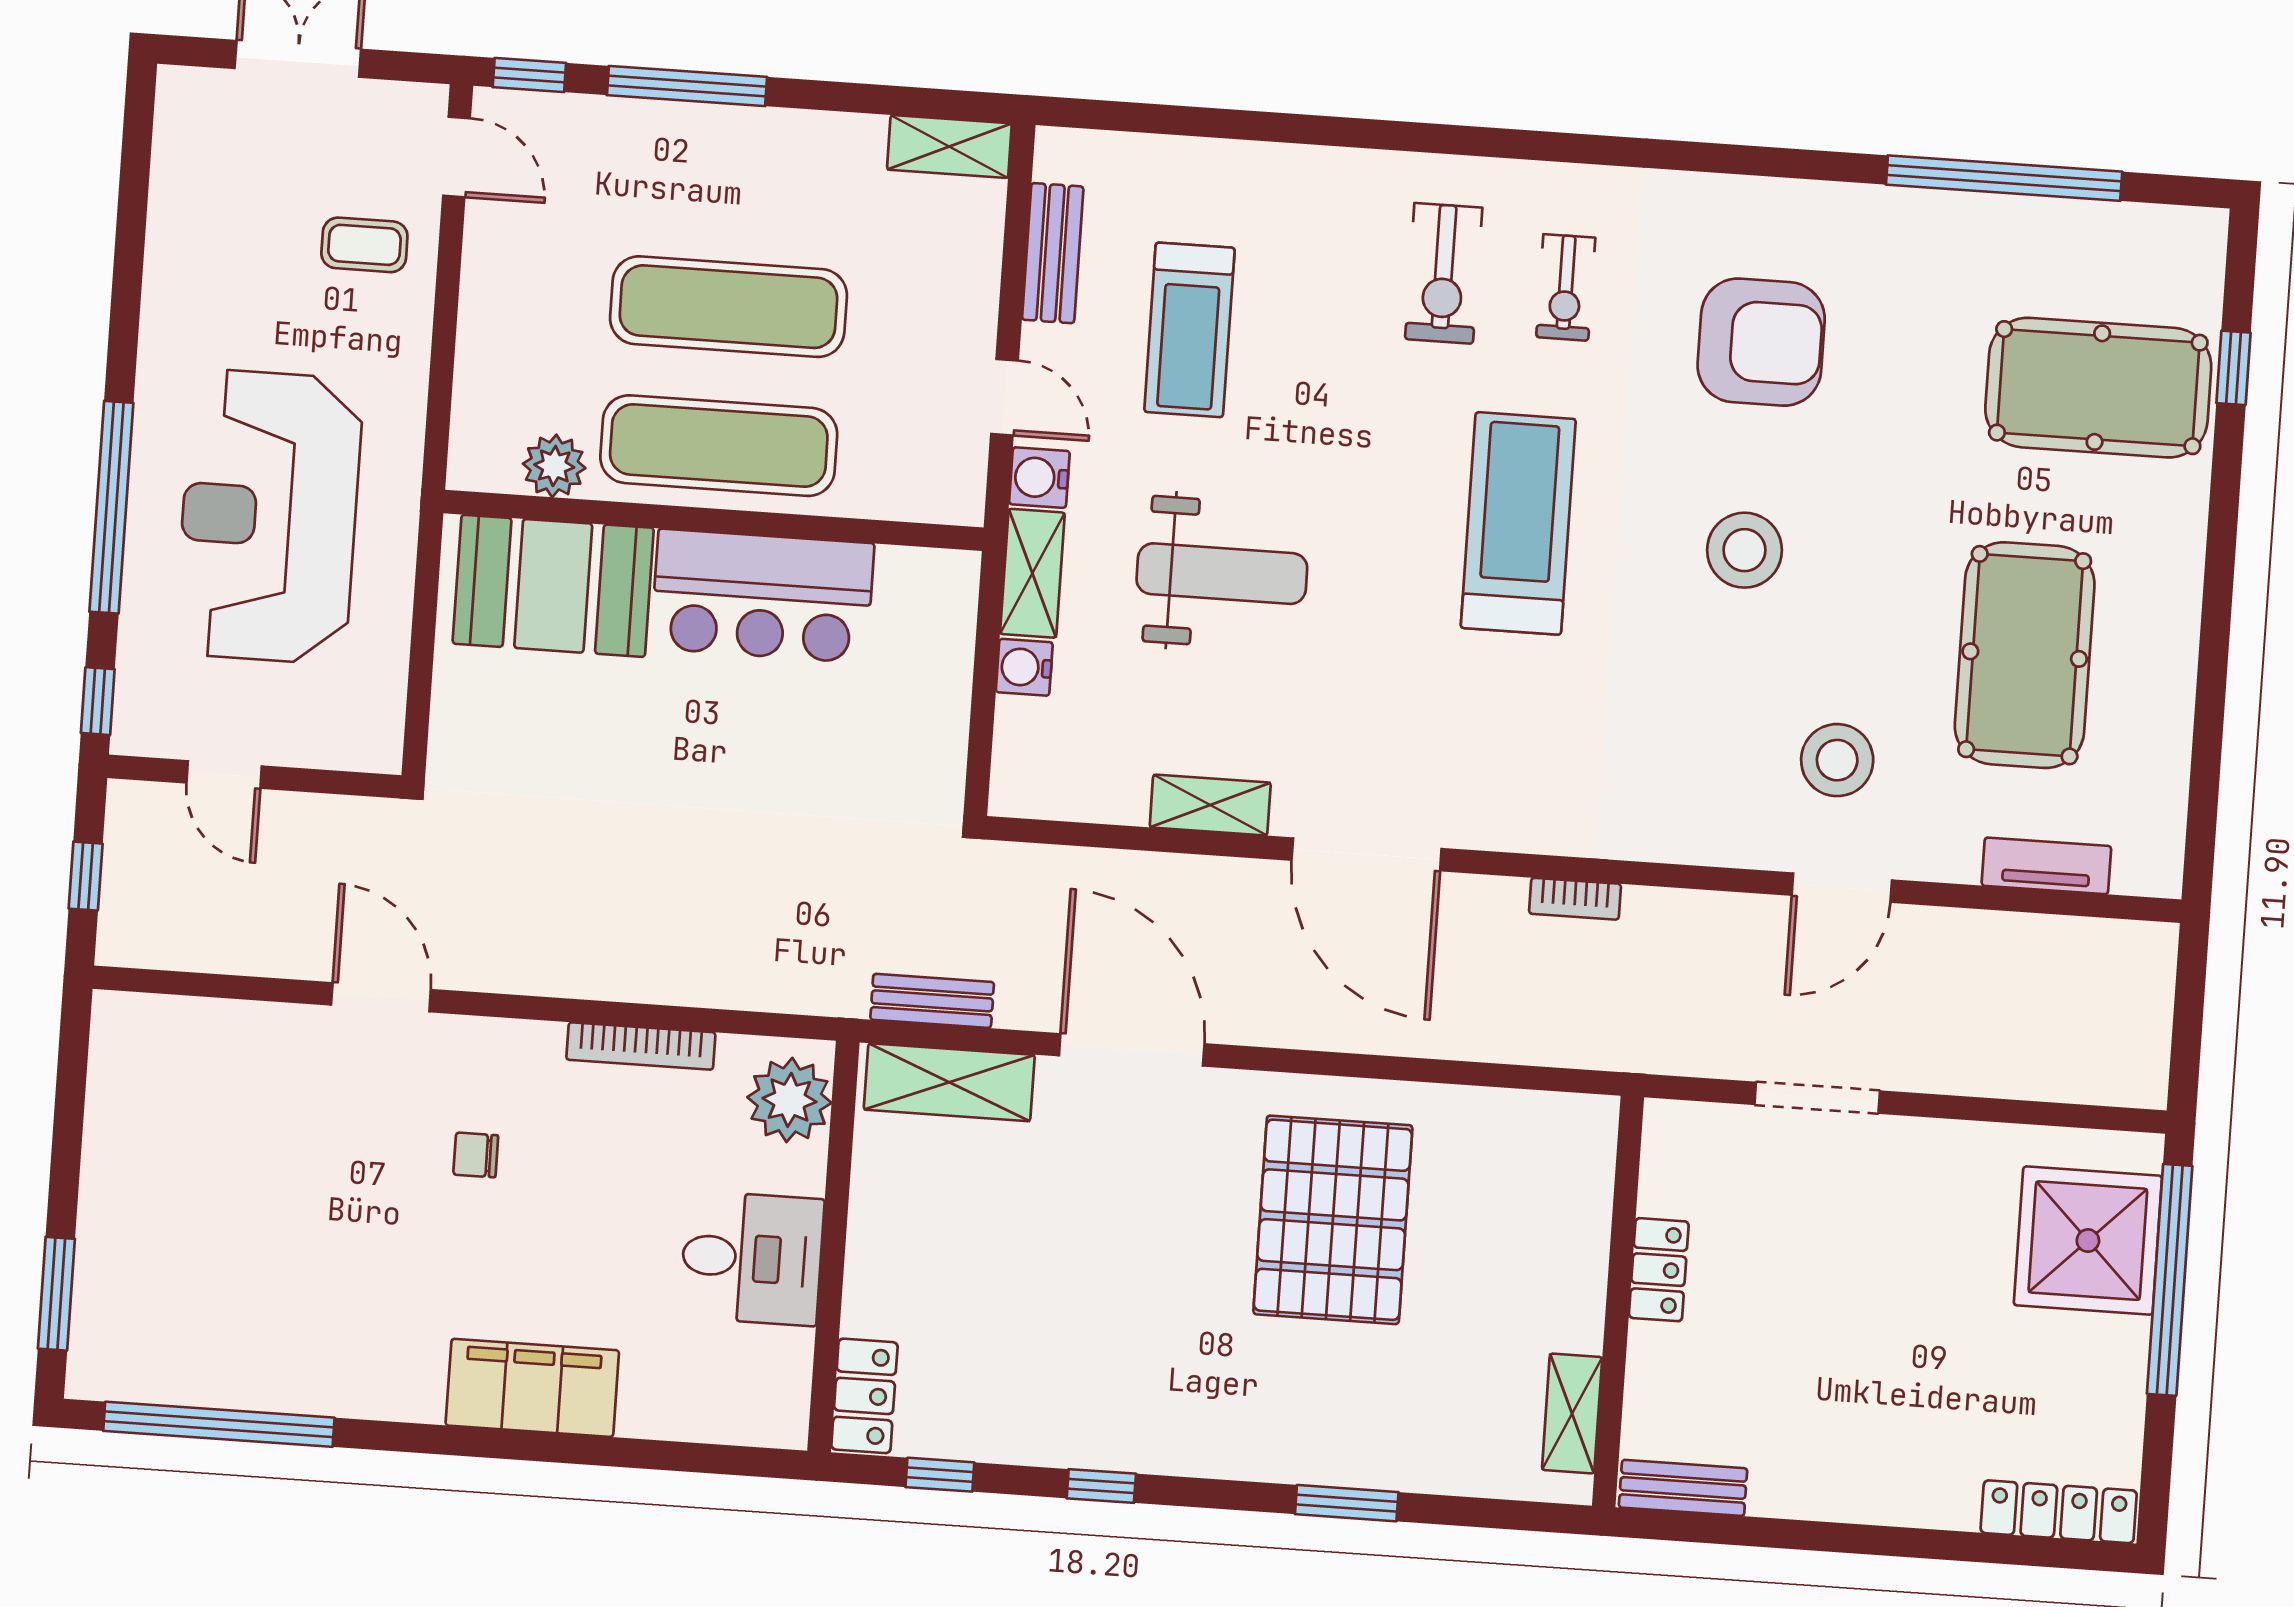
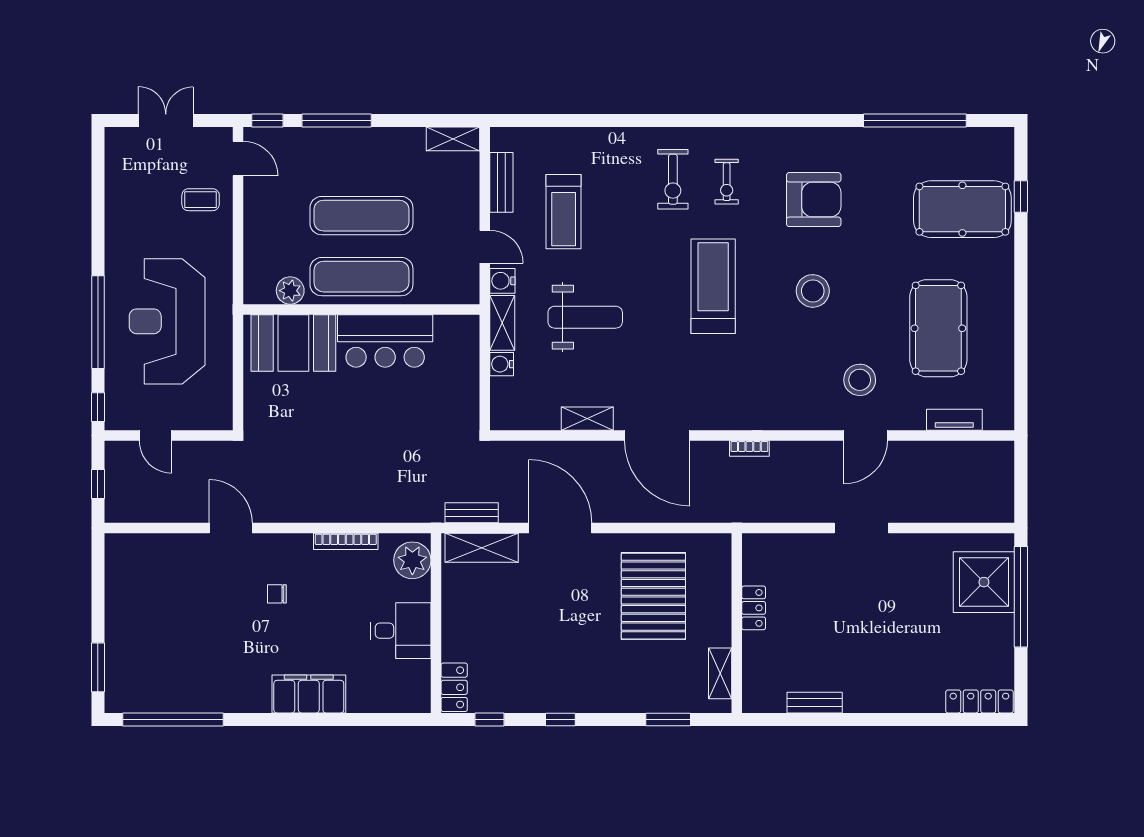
locker: (1659, 1270) -> (754, 608), moved
wall: (1618, 1301) -> (737, 623), moved
shelving: (1572, 1413) -> (720, 673), moved

